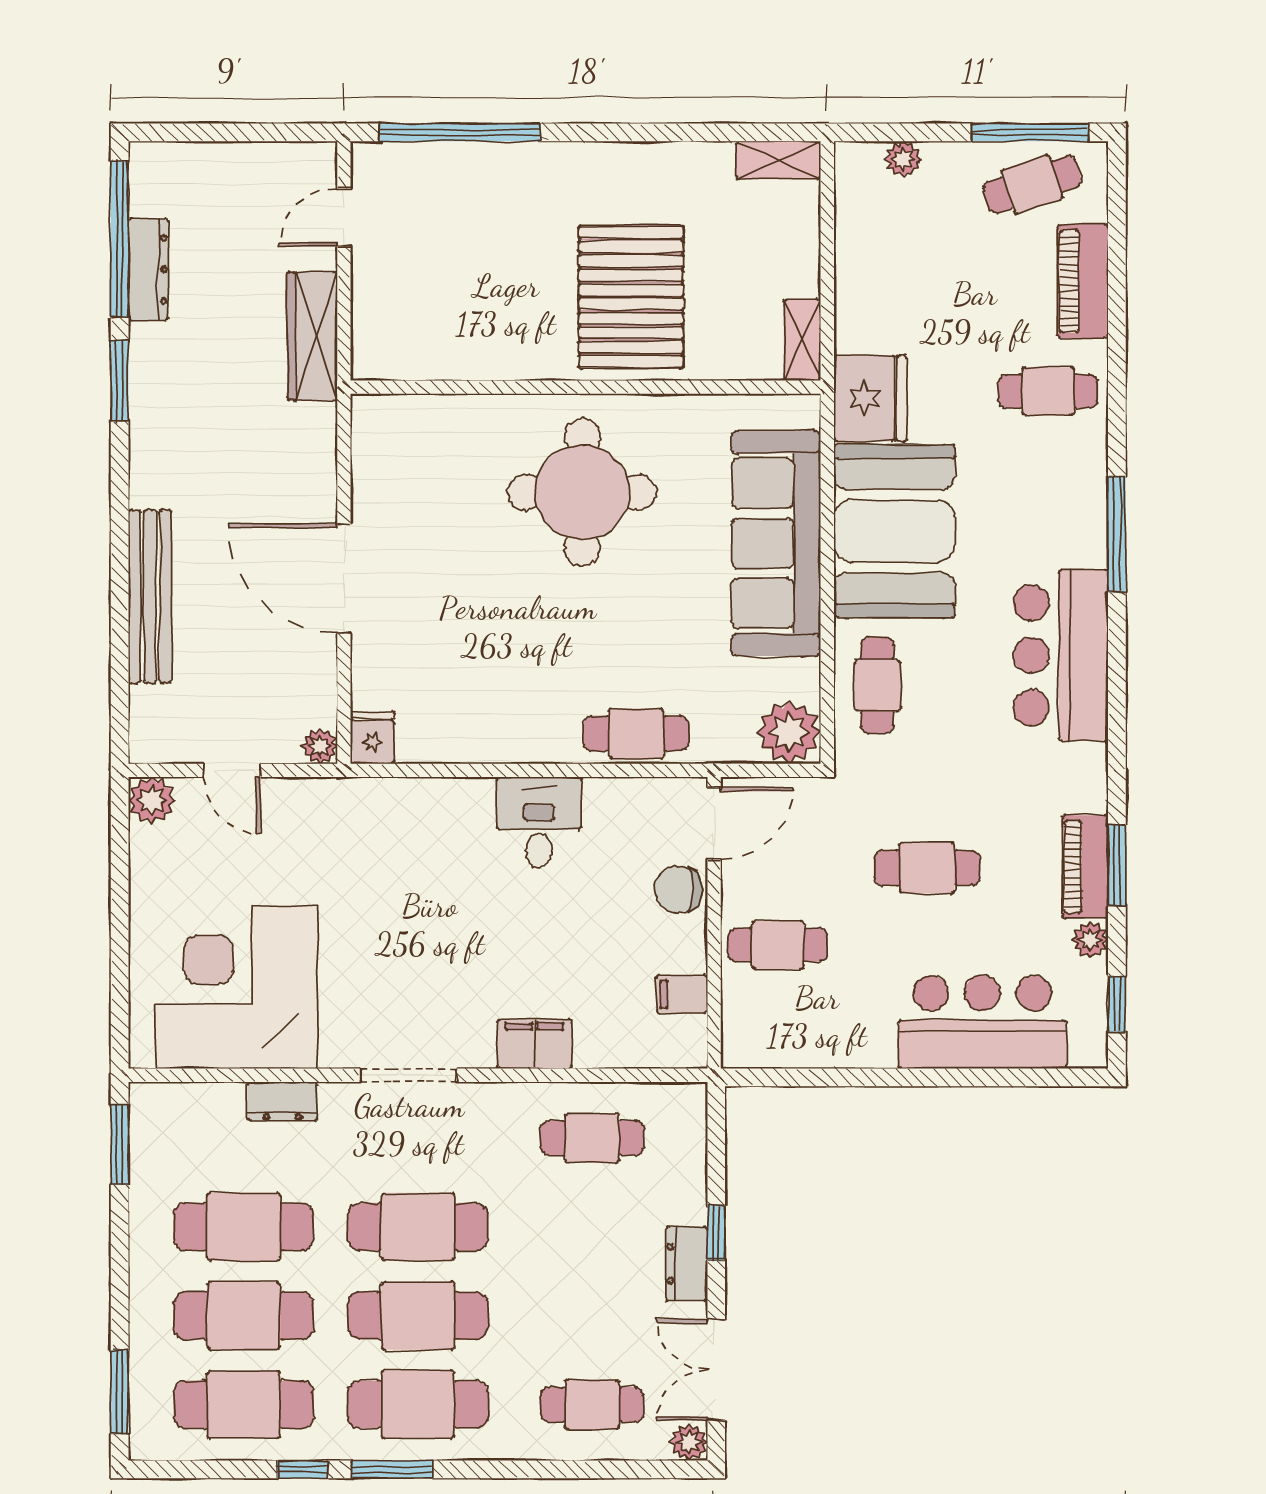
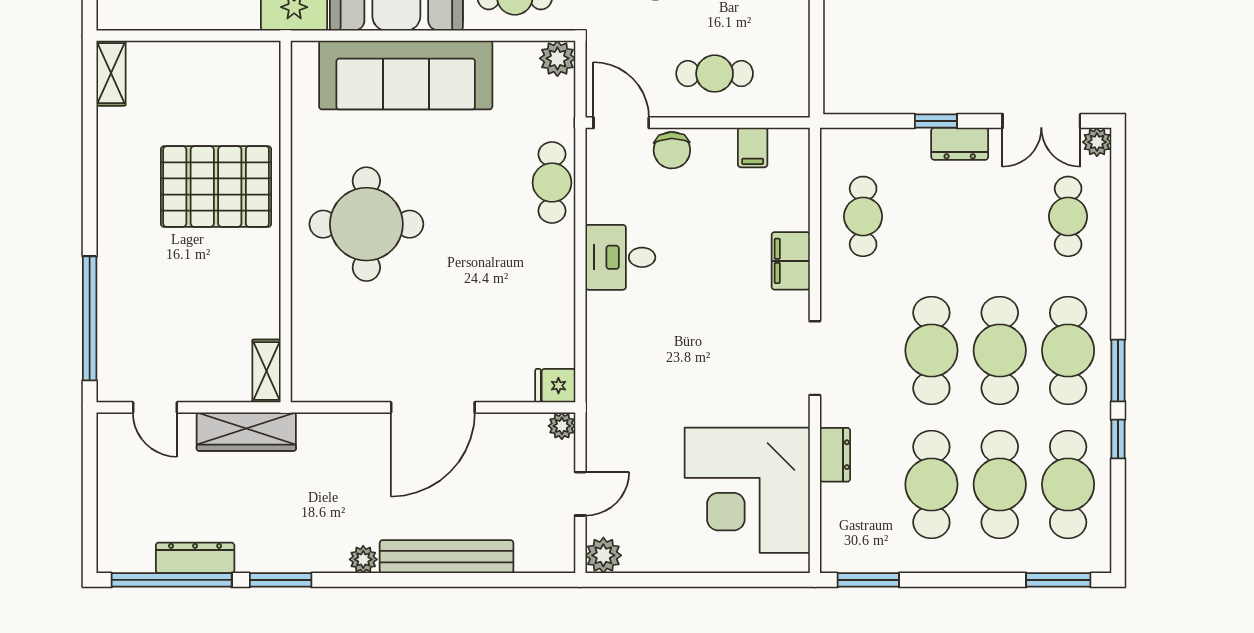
shelving: (802, 340) -> (266, 371), moved, turned 90
plant: (146, 488) -> (363, 559), added
plant: (789, 732) -> (557, 58), width x0.73, depth x0.73
cafe table: (778, 945) -> (715, 74), turned 90

